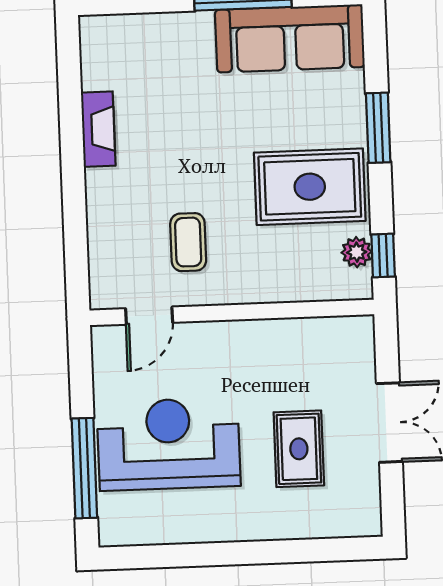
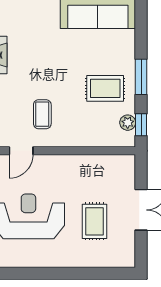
window: (378, 128) -> (141, 77), moved
rug: (310, 187) -> (105, 88), width x0.73, depth x0.70

